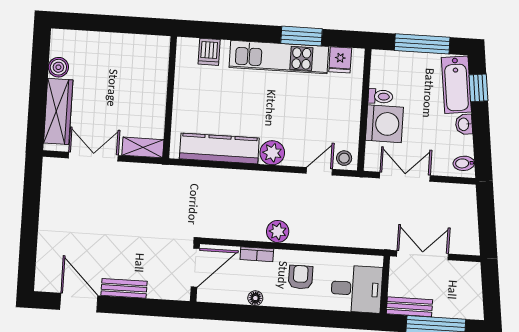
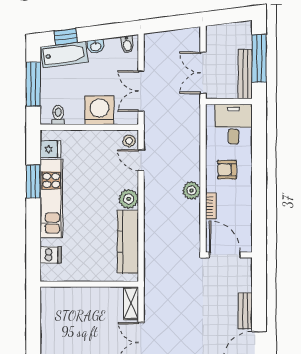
toilet: (380, 96) -> (58, 115), moved
floor lamp: (255, 298) -> (246, 205), removed
bench: (409, 307) -> (245, 74), width x1.36

